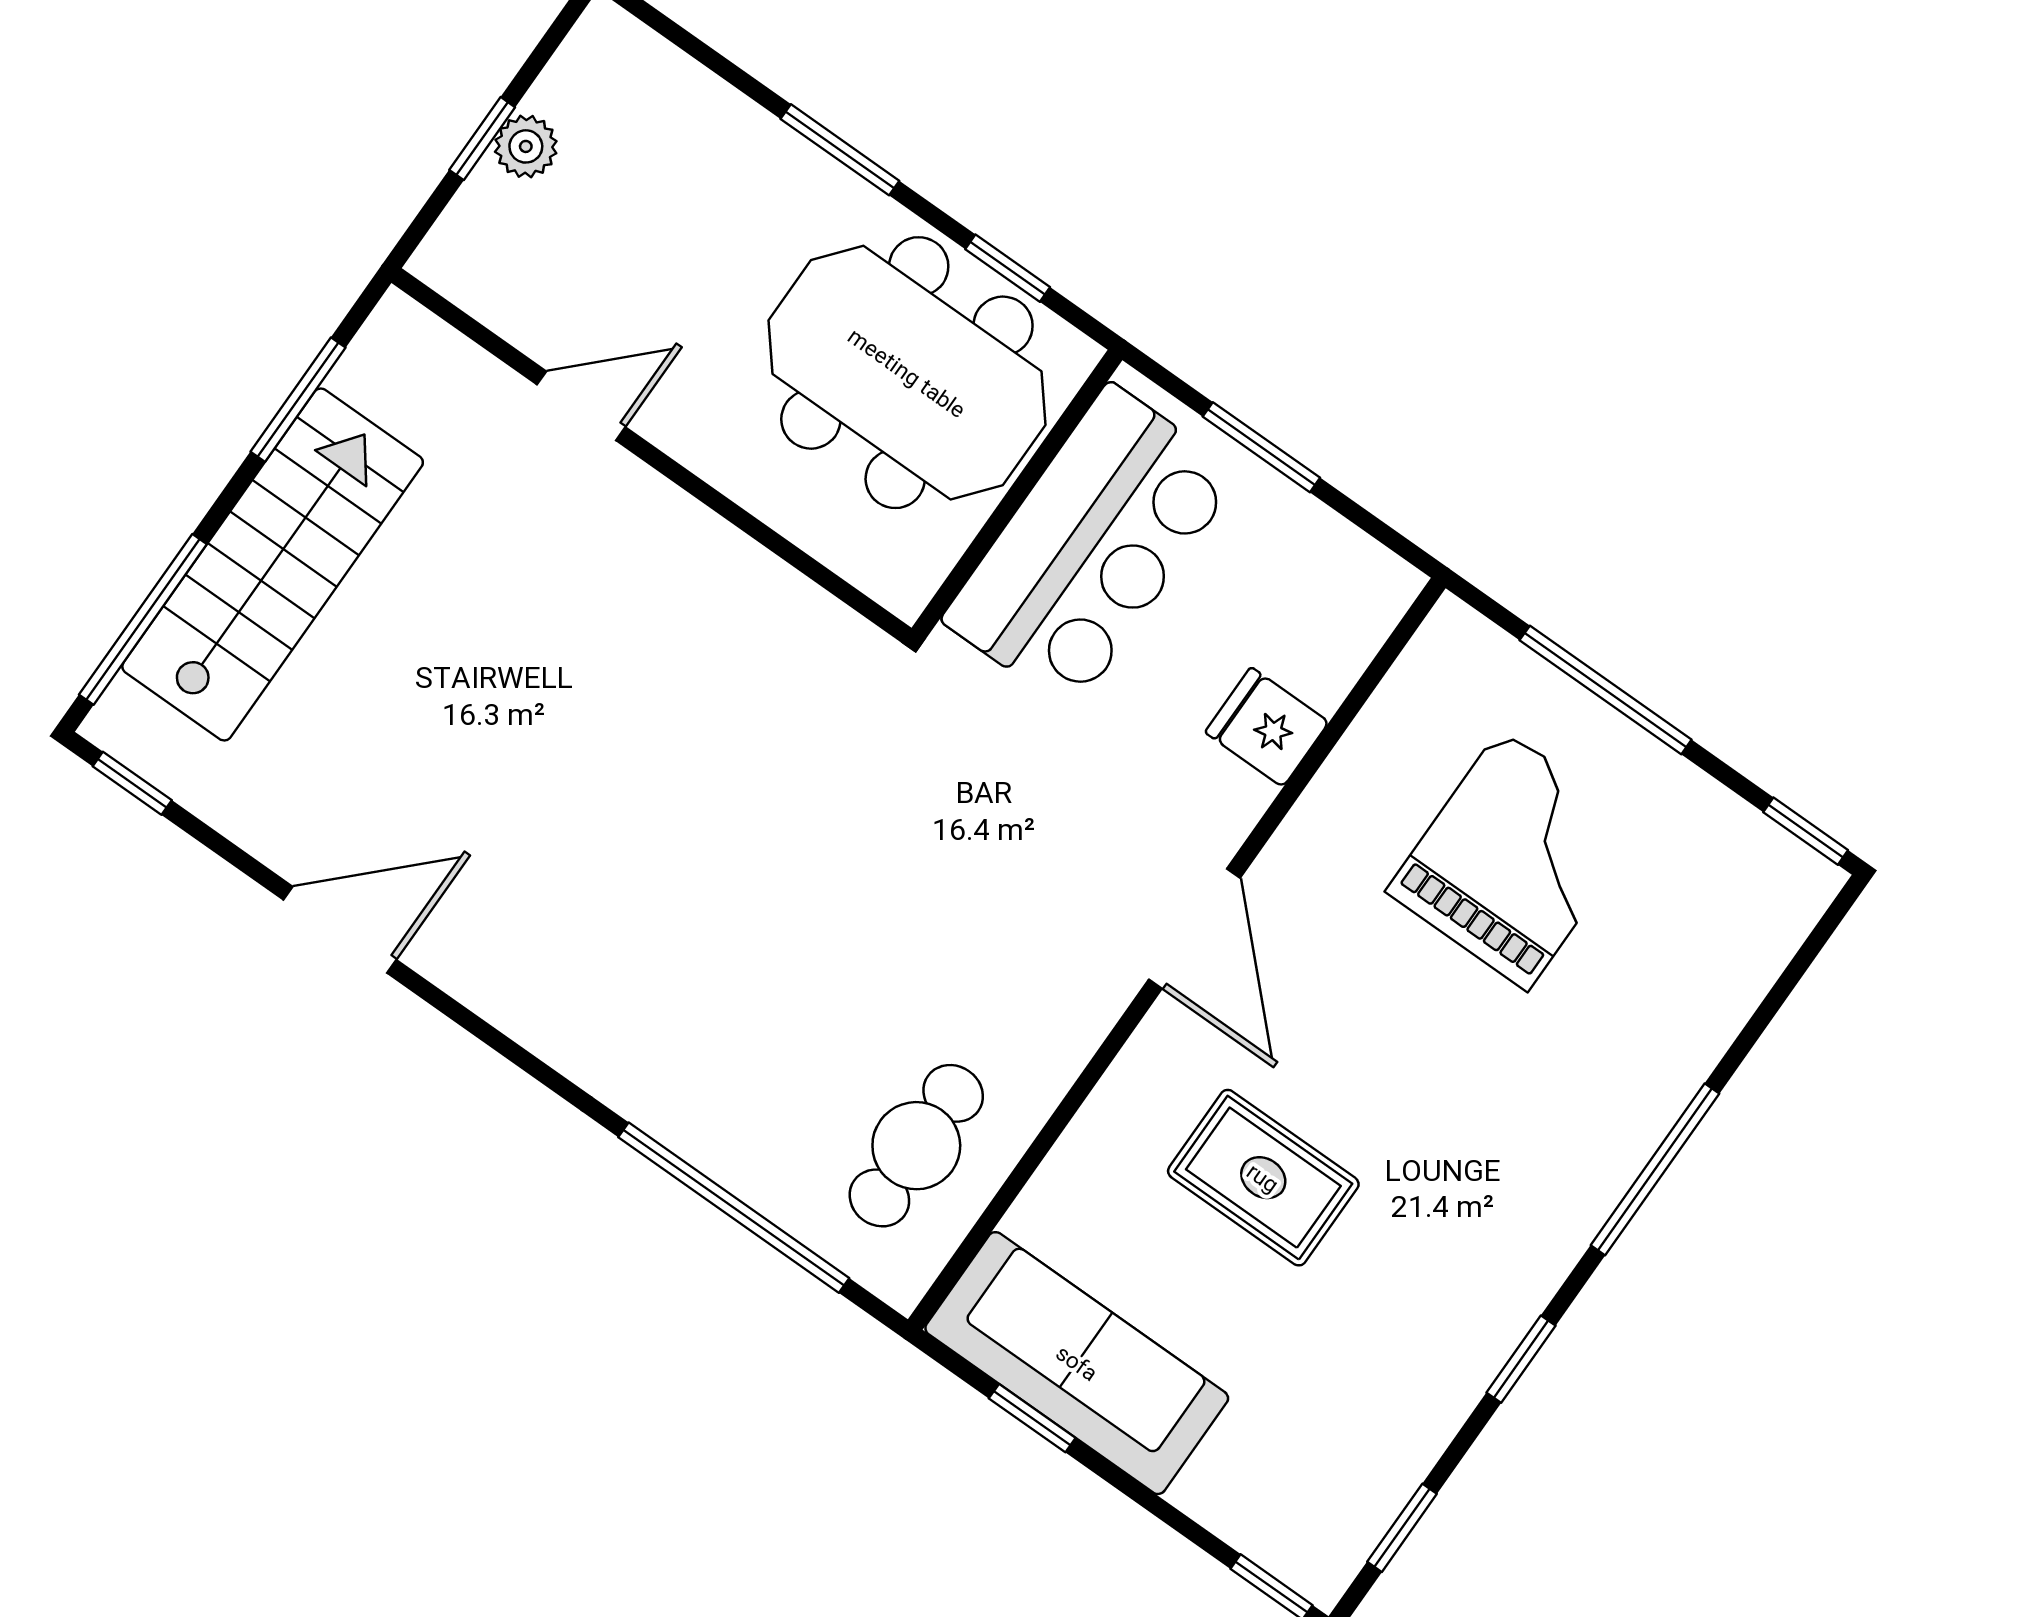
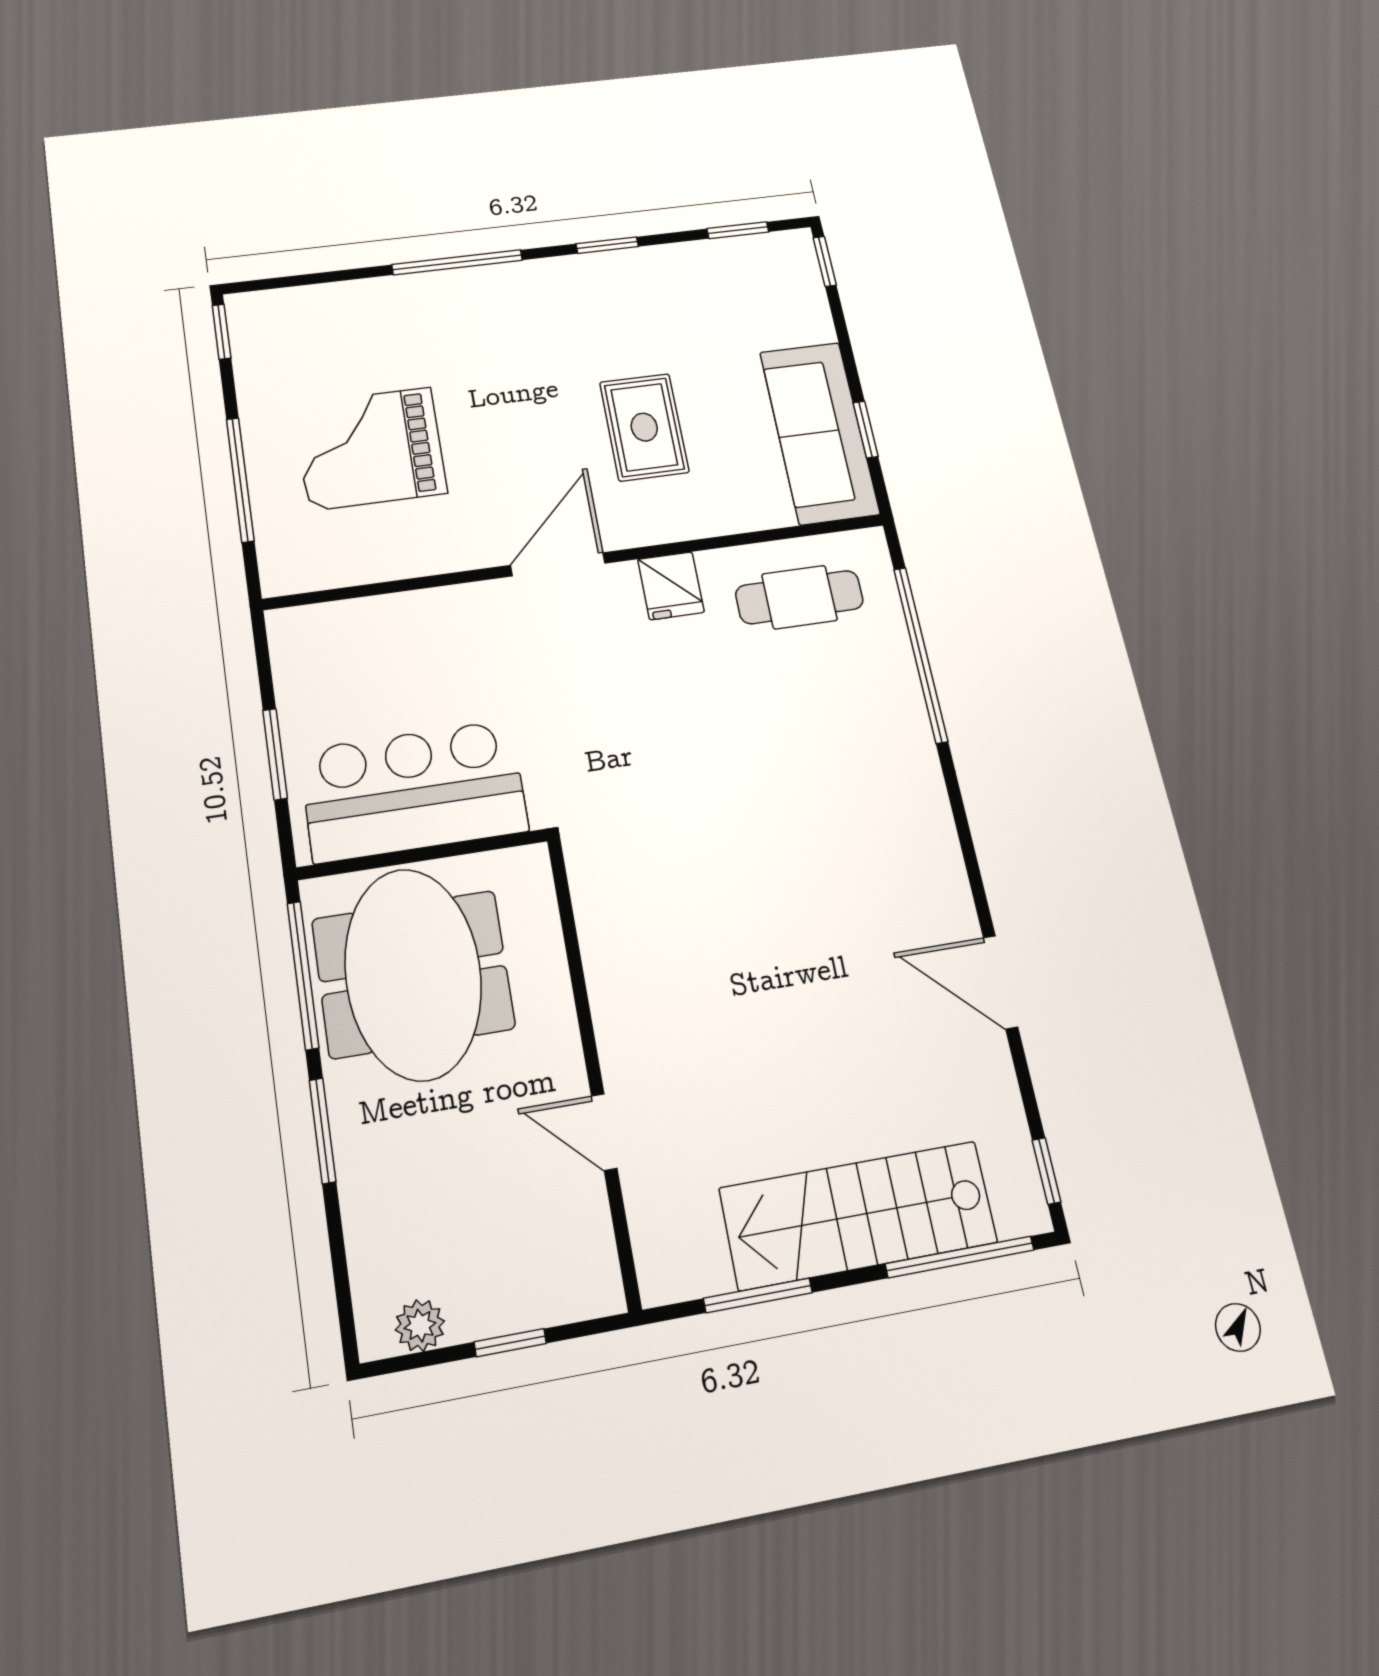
plant: (526, 146) -> (420, 1326), moved
window: (1008, 268) -> (303, 975), width x2.17
fridge: (1267, 727) -> (671, 586), moved

